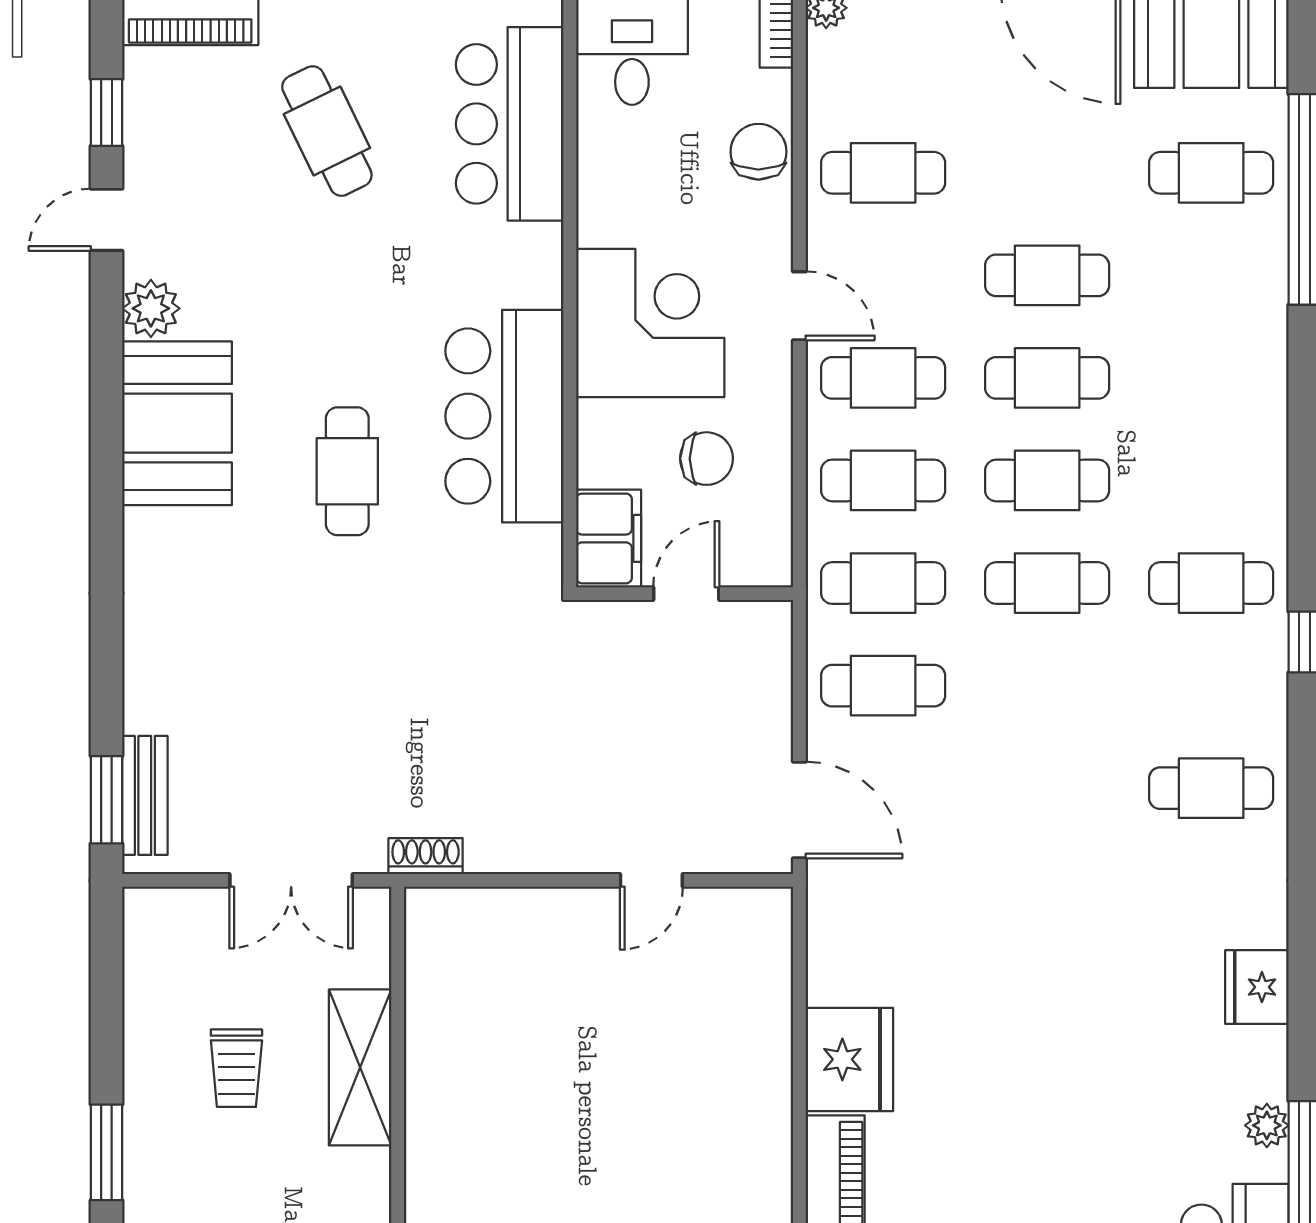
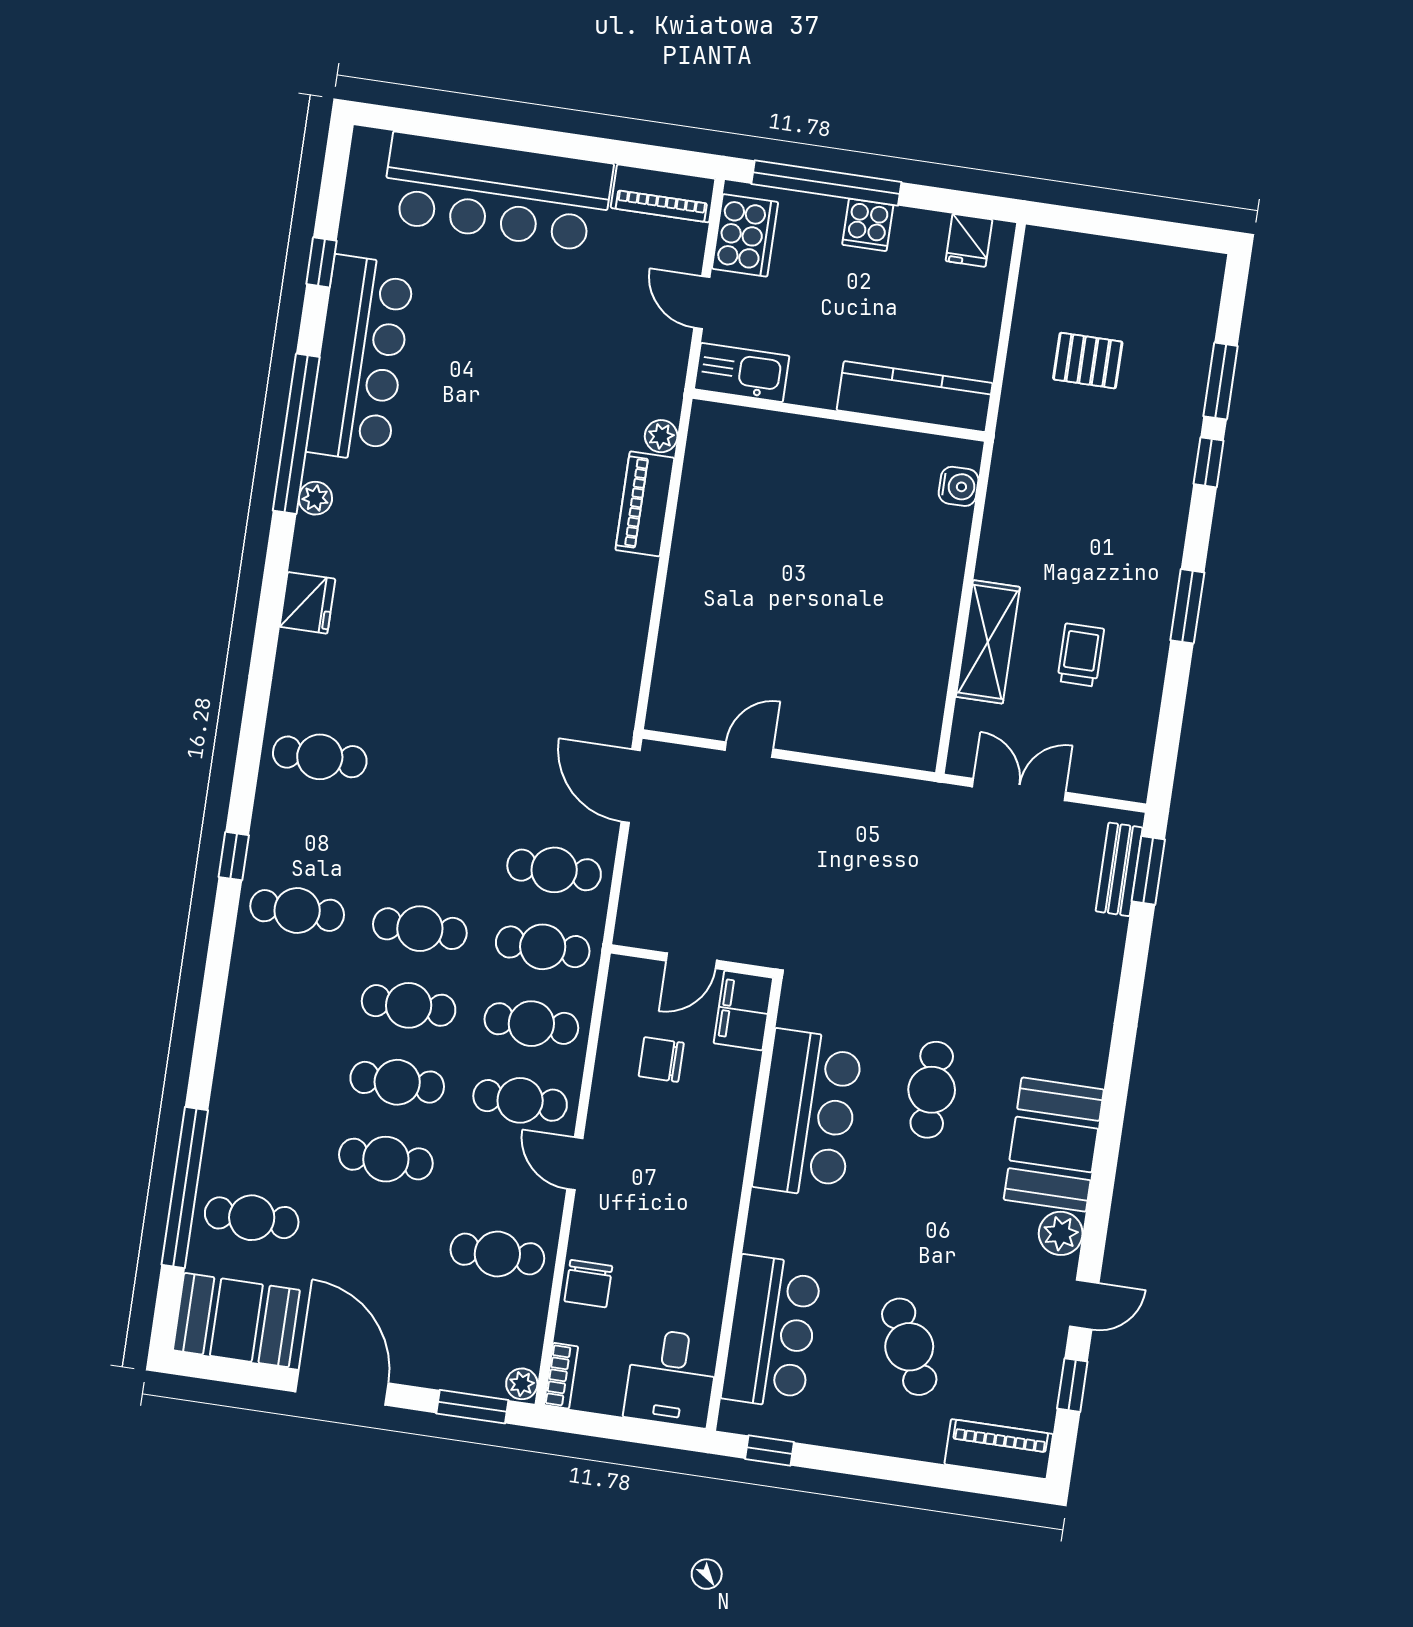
corner desk: (650, 323) -> (688, 1167), removed
shoe rack: (426, 856) -> (916, 793), removed
fridge: (849, 1059) -> (621, 594), removed

